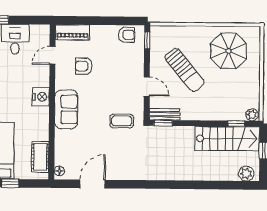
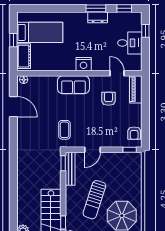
sun lounger: (185, 70) -> (94, 200), moved, turned -32
bench: (165, 114) -> (70, 169), width x1.36
cot: (40, 157) -> (24, 56), moved, turned 90

